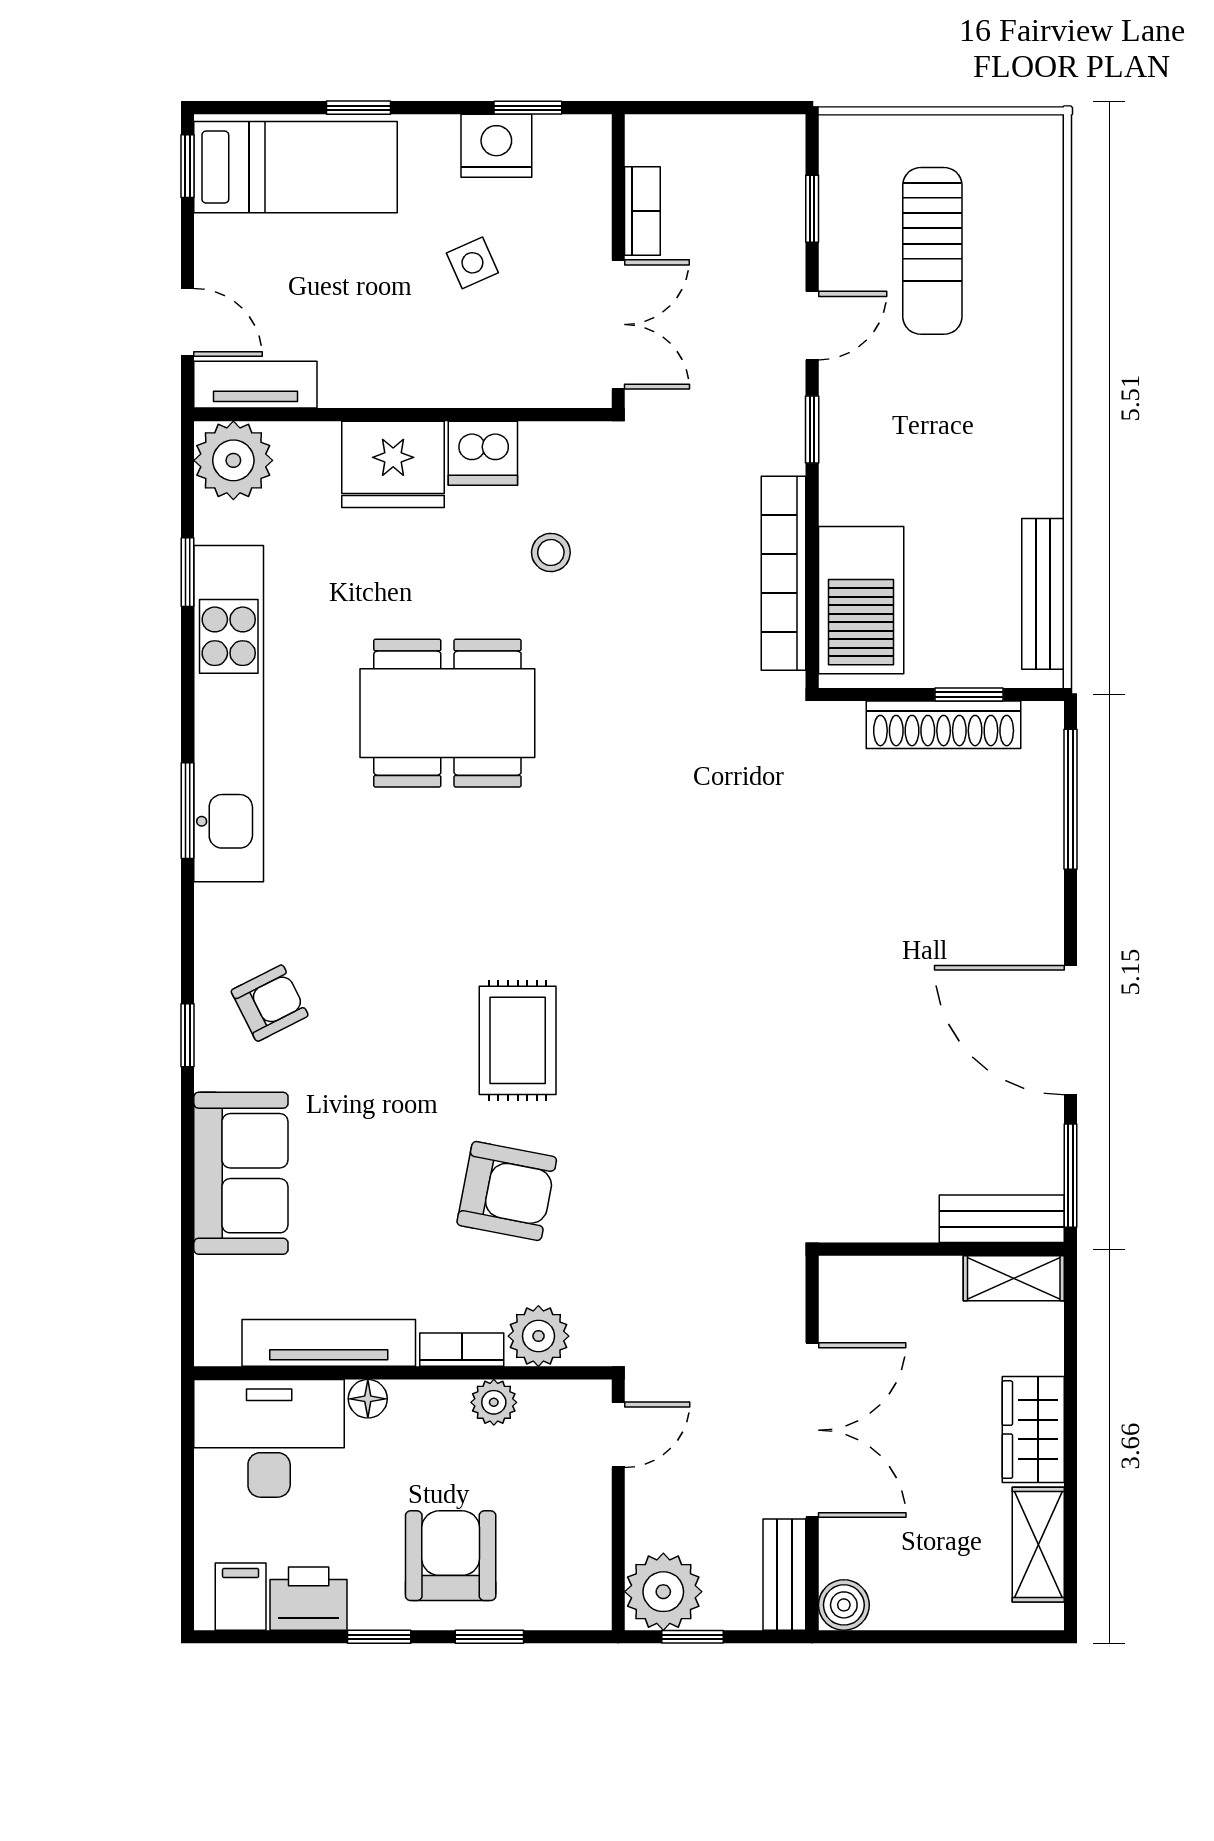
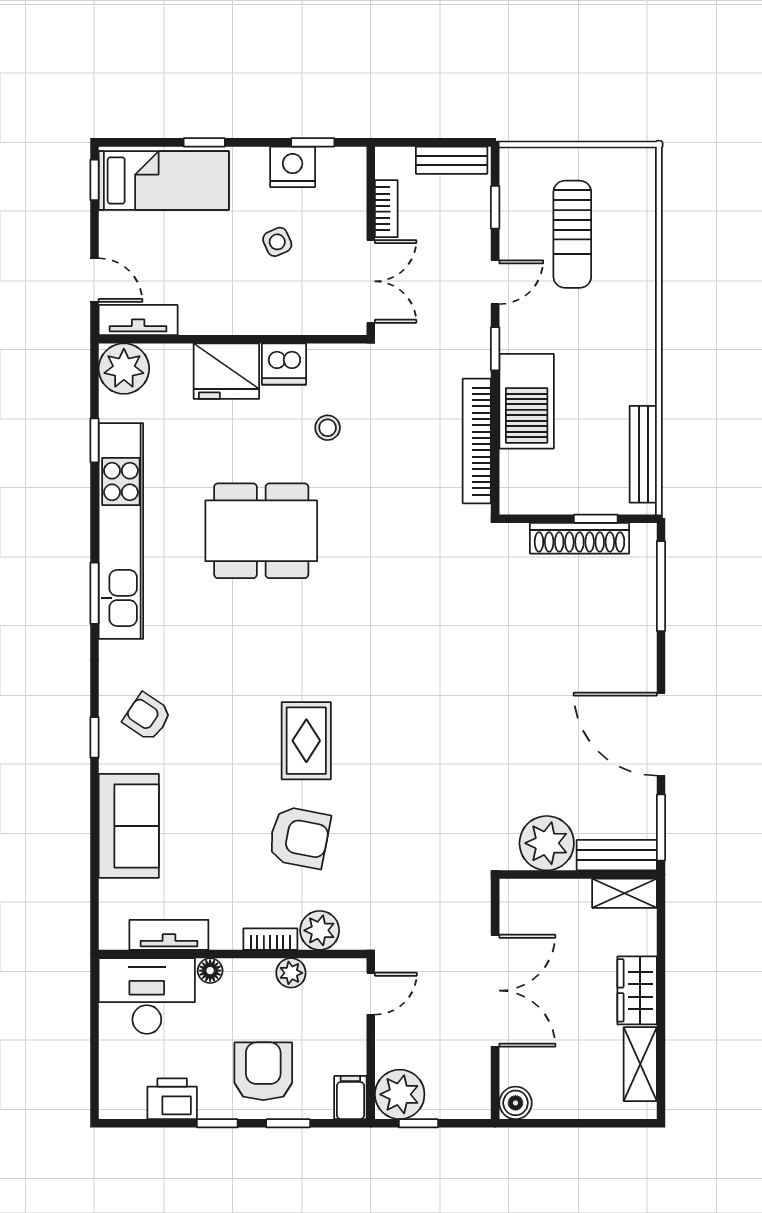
barbecue: (861, 600) -> (527, 401), moved
armchair: (270, 1003) -> (147, 717), turned -119
plant: (892, 1200) -> (547, 843), added
tv unit: (329, 1343) -> (169, 935), width x0.71
bench: (784, 1575) -> (452, 160), moved, turned 90
filing cabinet: (241, 1597) -> (350, 1098), moved

